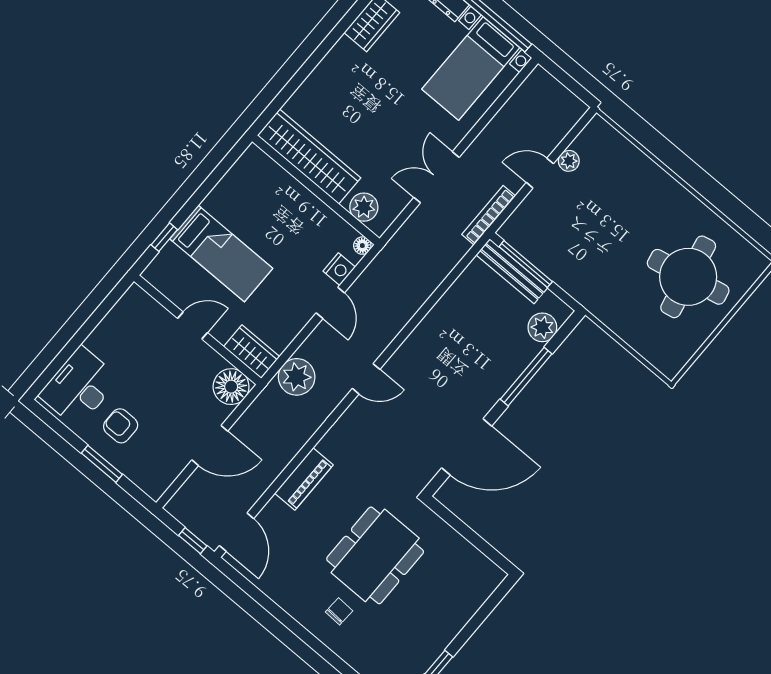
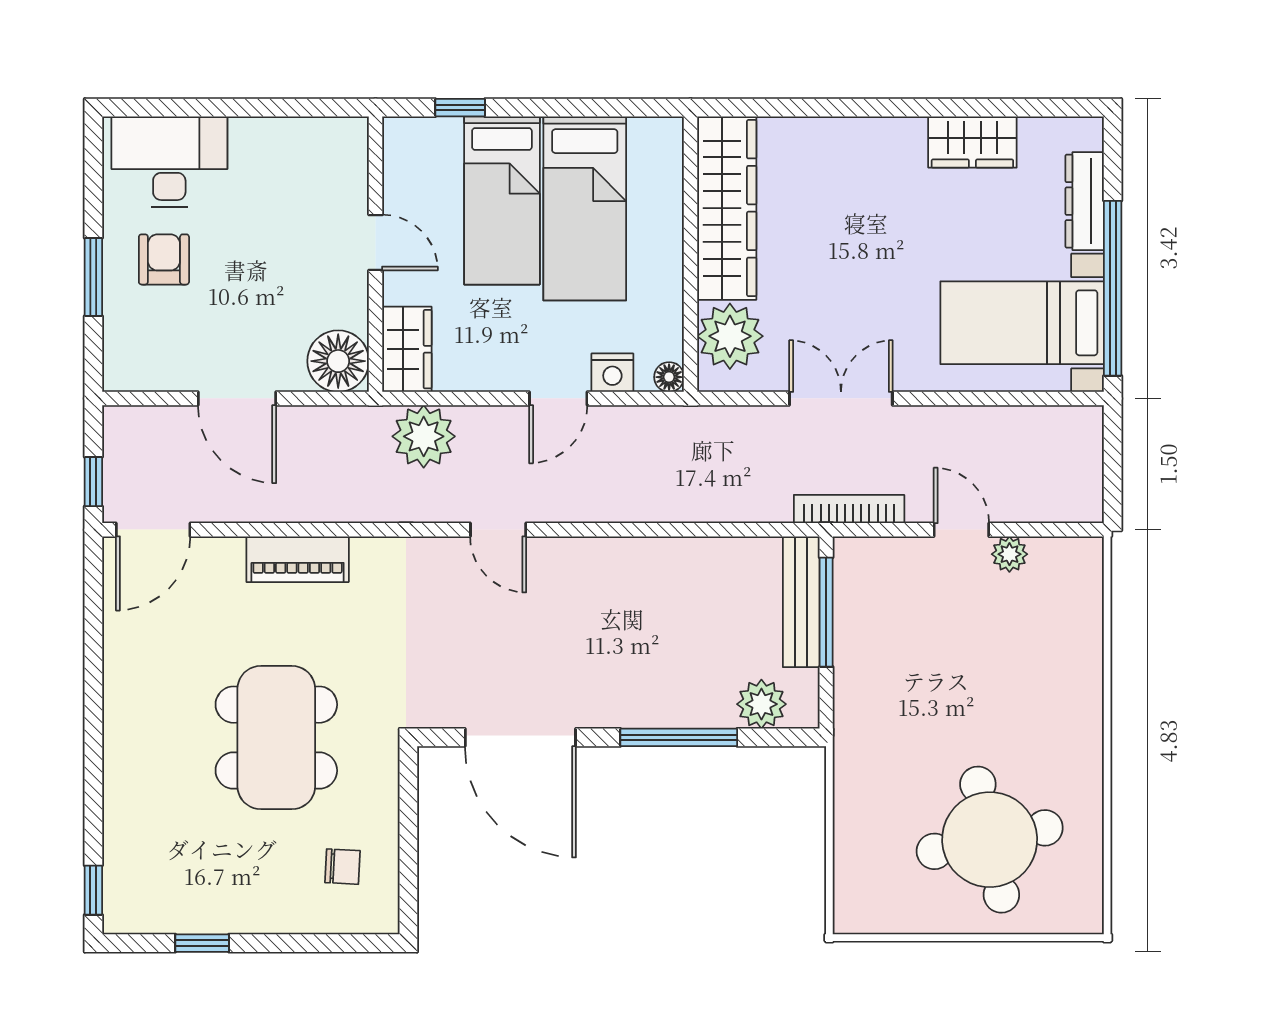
plant: (364, 207) -> (730, 336), width x1.36, depth x1.36
bed: (256, 220) -> (585, 208), added
dining table: (375, 555) -> (276, 738), turned 90
chair: (339, 611) -> (343, 867), moved

